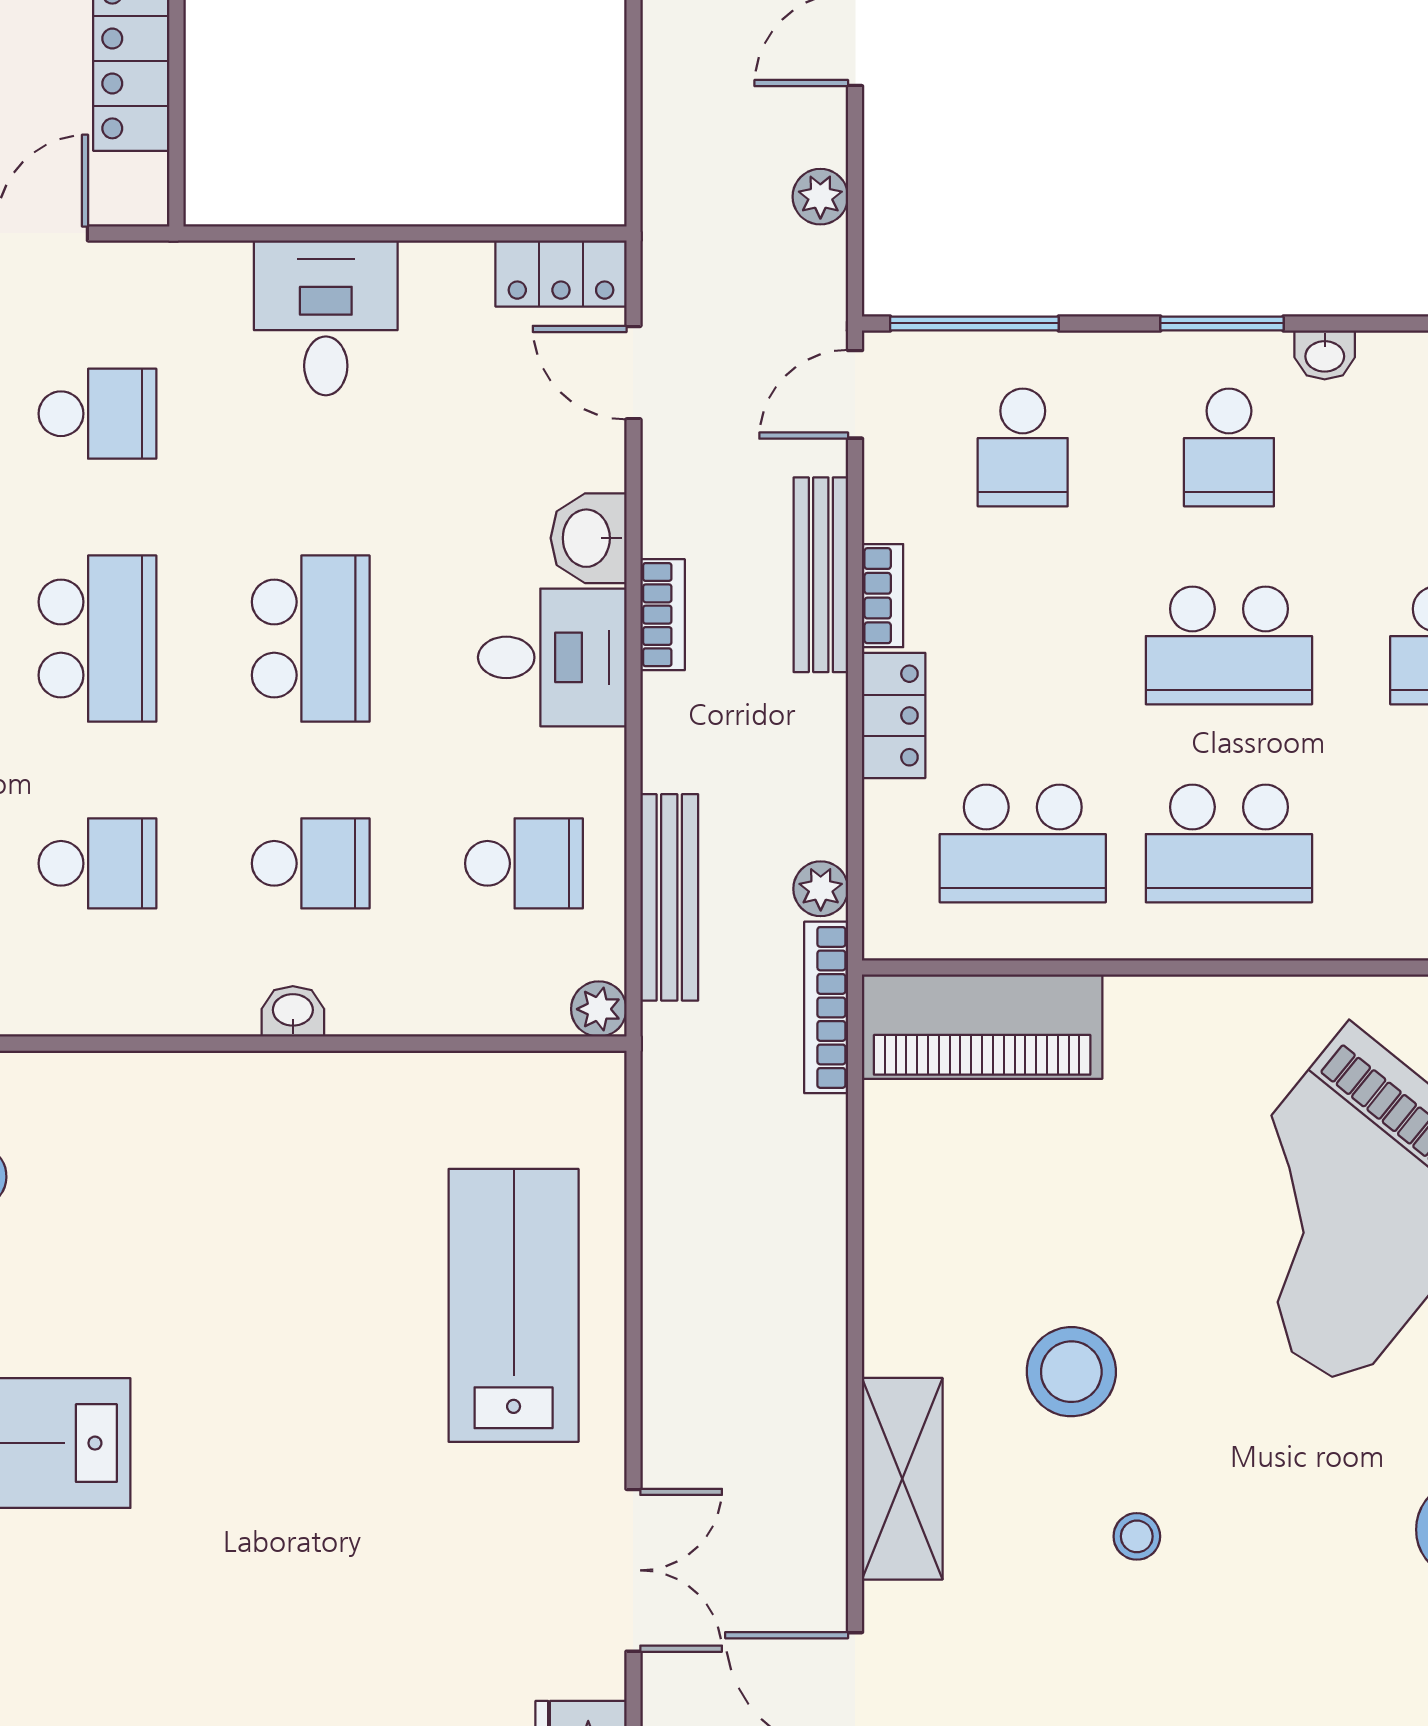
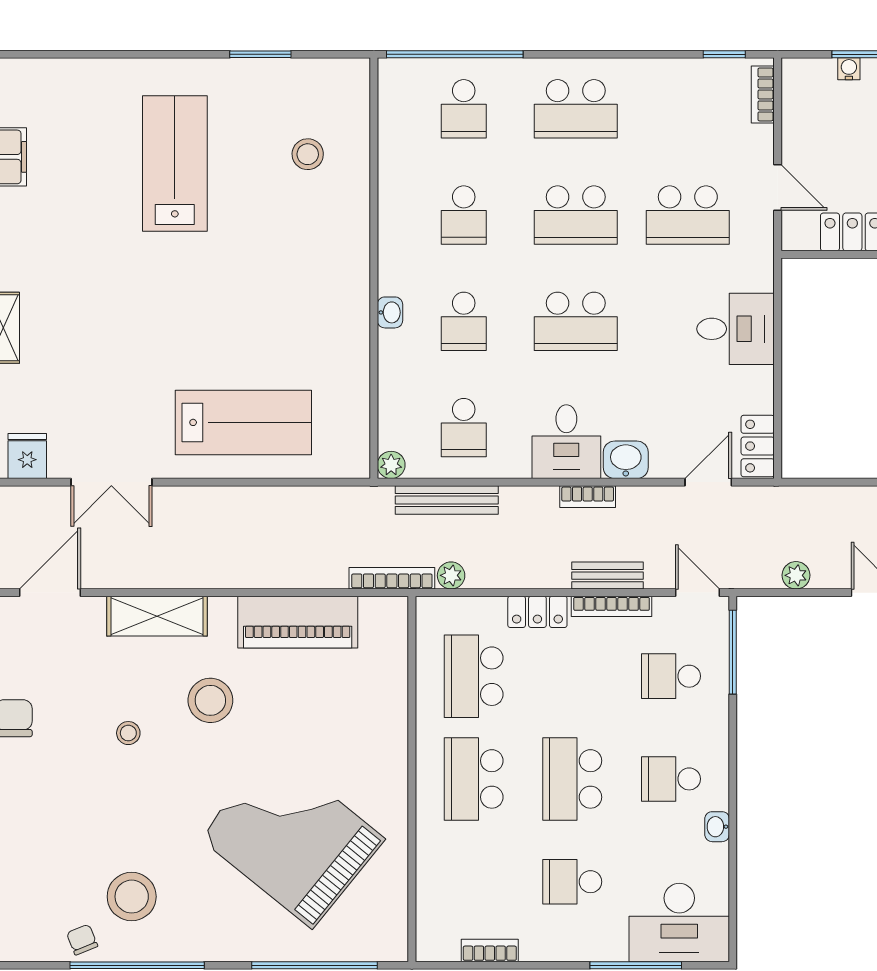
window: (1222, 323) -> (733, 775), removed
school desk: (97, 414) -> (688, 215), width x1.85
bench: (821, 575) -> (608, 576), width x0.73
bookcase: (883, 596) -> (612, 606), width x1.56
piano: (982, 1027) -> (298, 622), moved, turned -90

